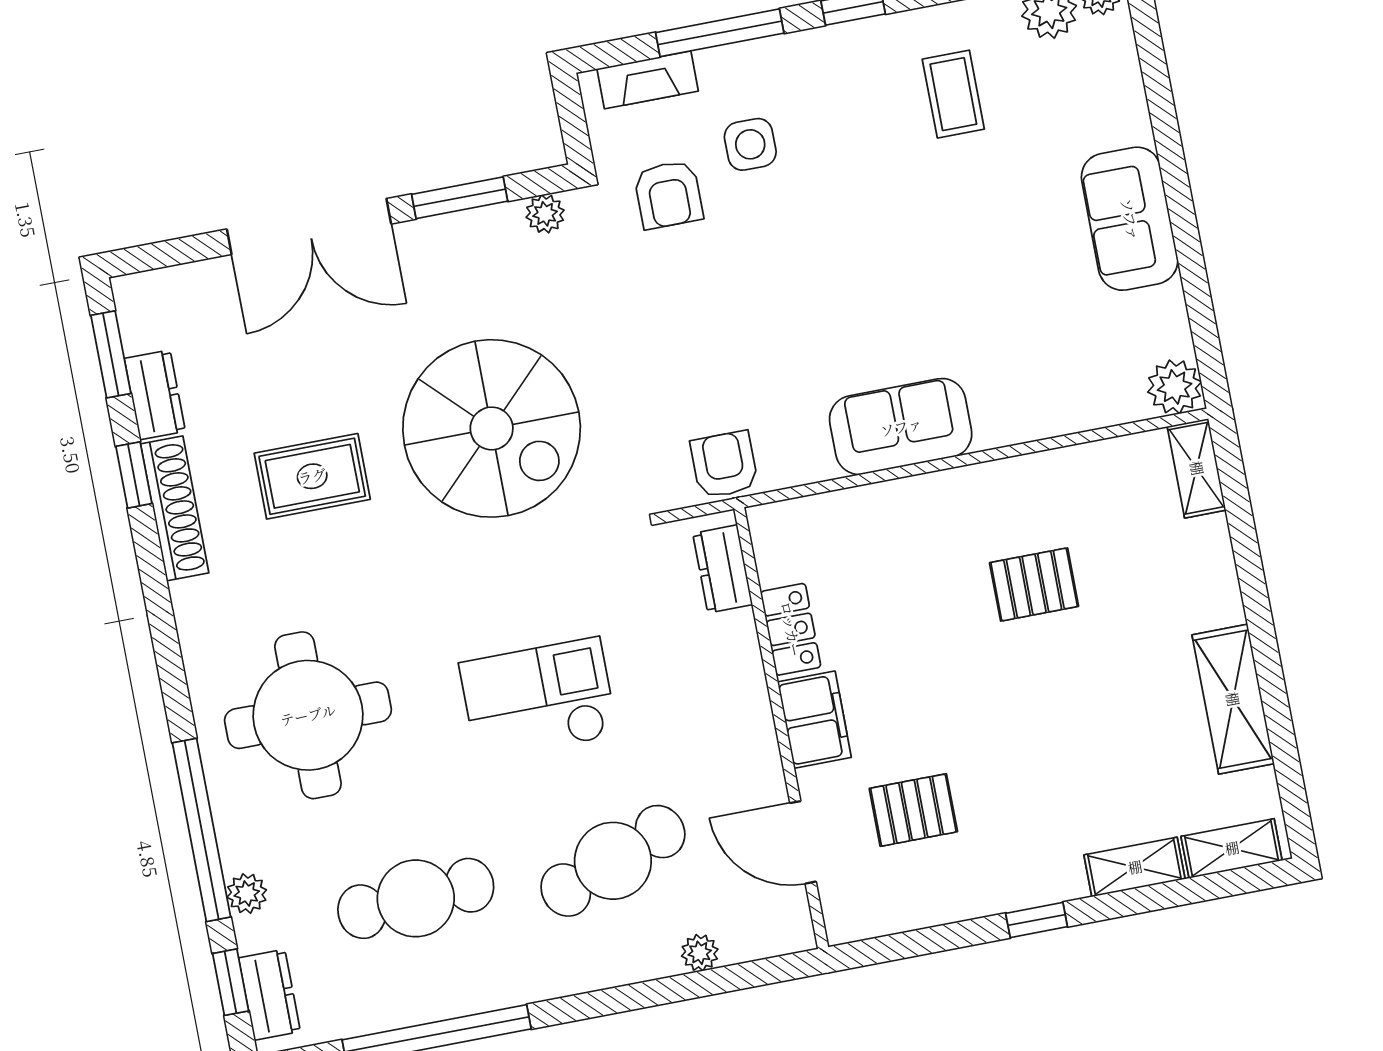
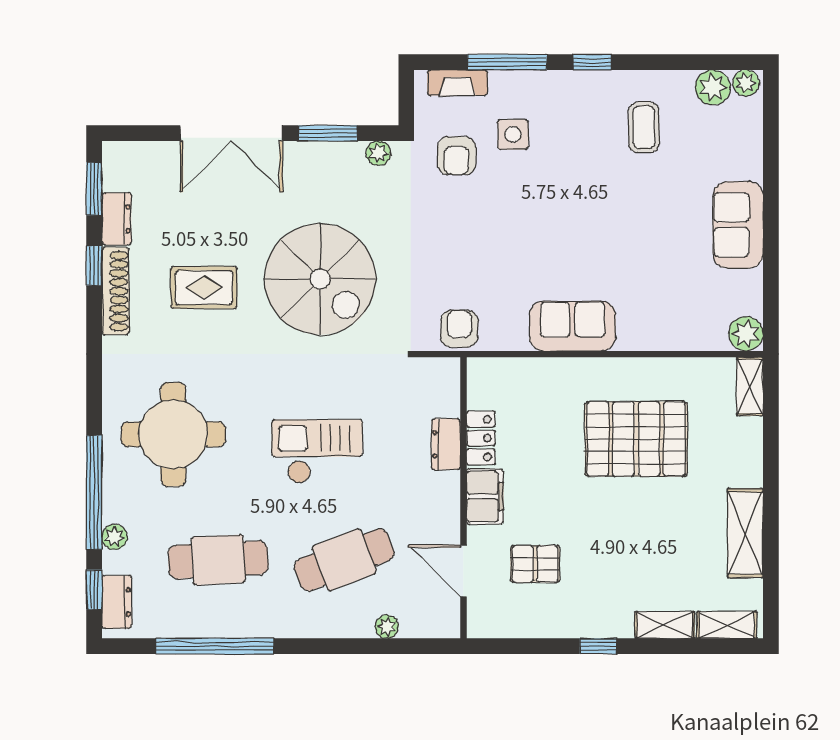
dresser: (723, 569) -> (446, 444), moved
pallet: (1034, 584) -> (636, 439), width x2.05, depth x2.00

